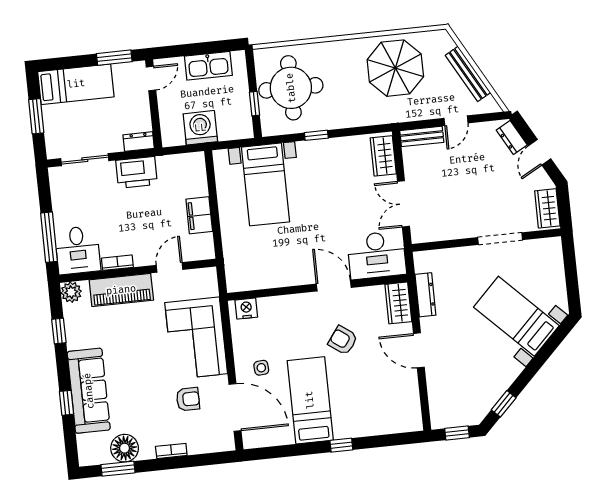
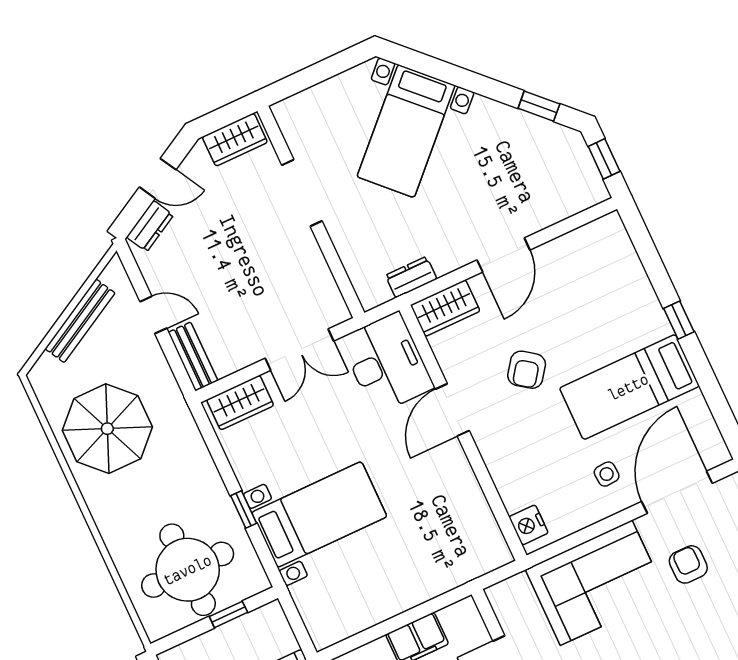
bed with nightstands: (266, 184) -> (319, 514), moved
dresser: (425, 295) -> (411, 277), width x0.70

